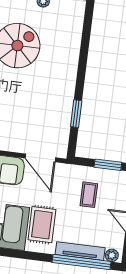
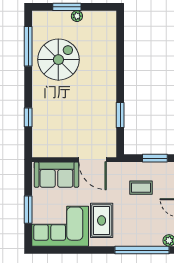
coffee table: (89, 195) -> (141, 188), turned 90
tv unit: (80, 251) -> (140, 240), removed

